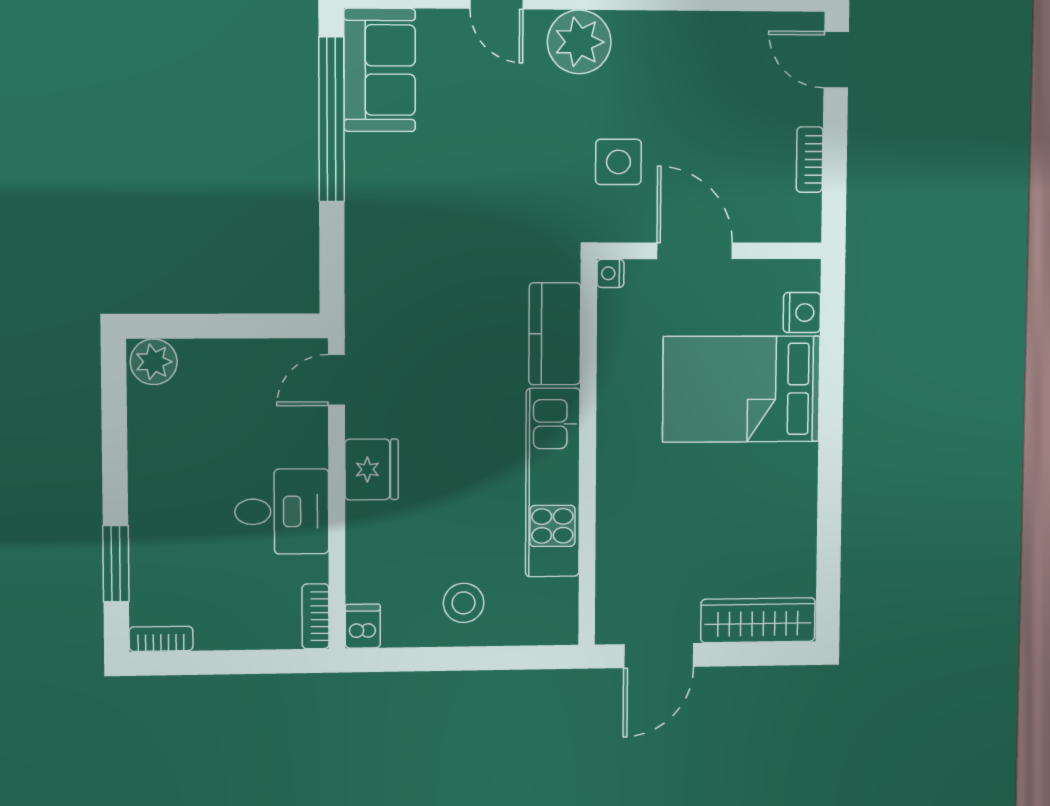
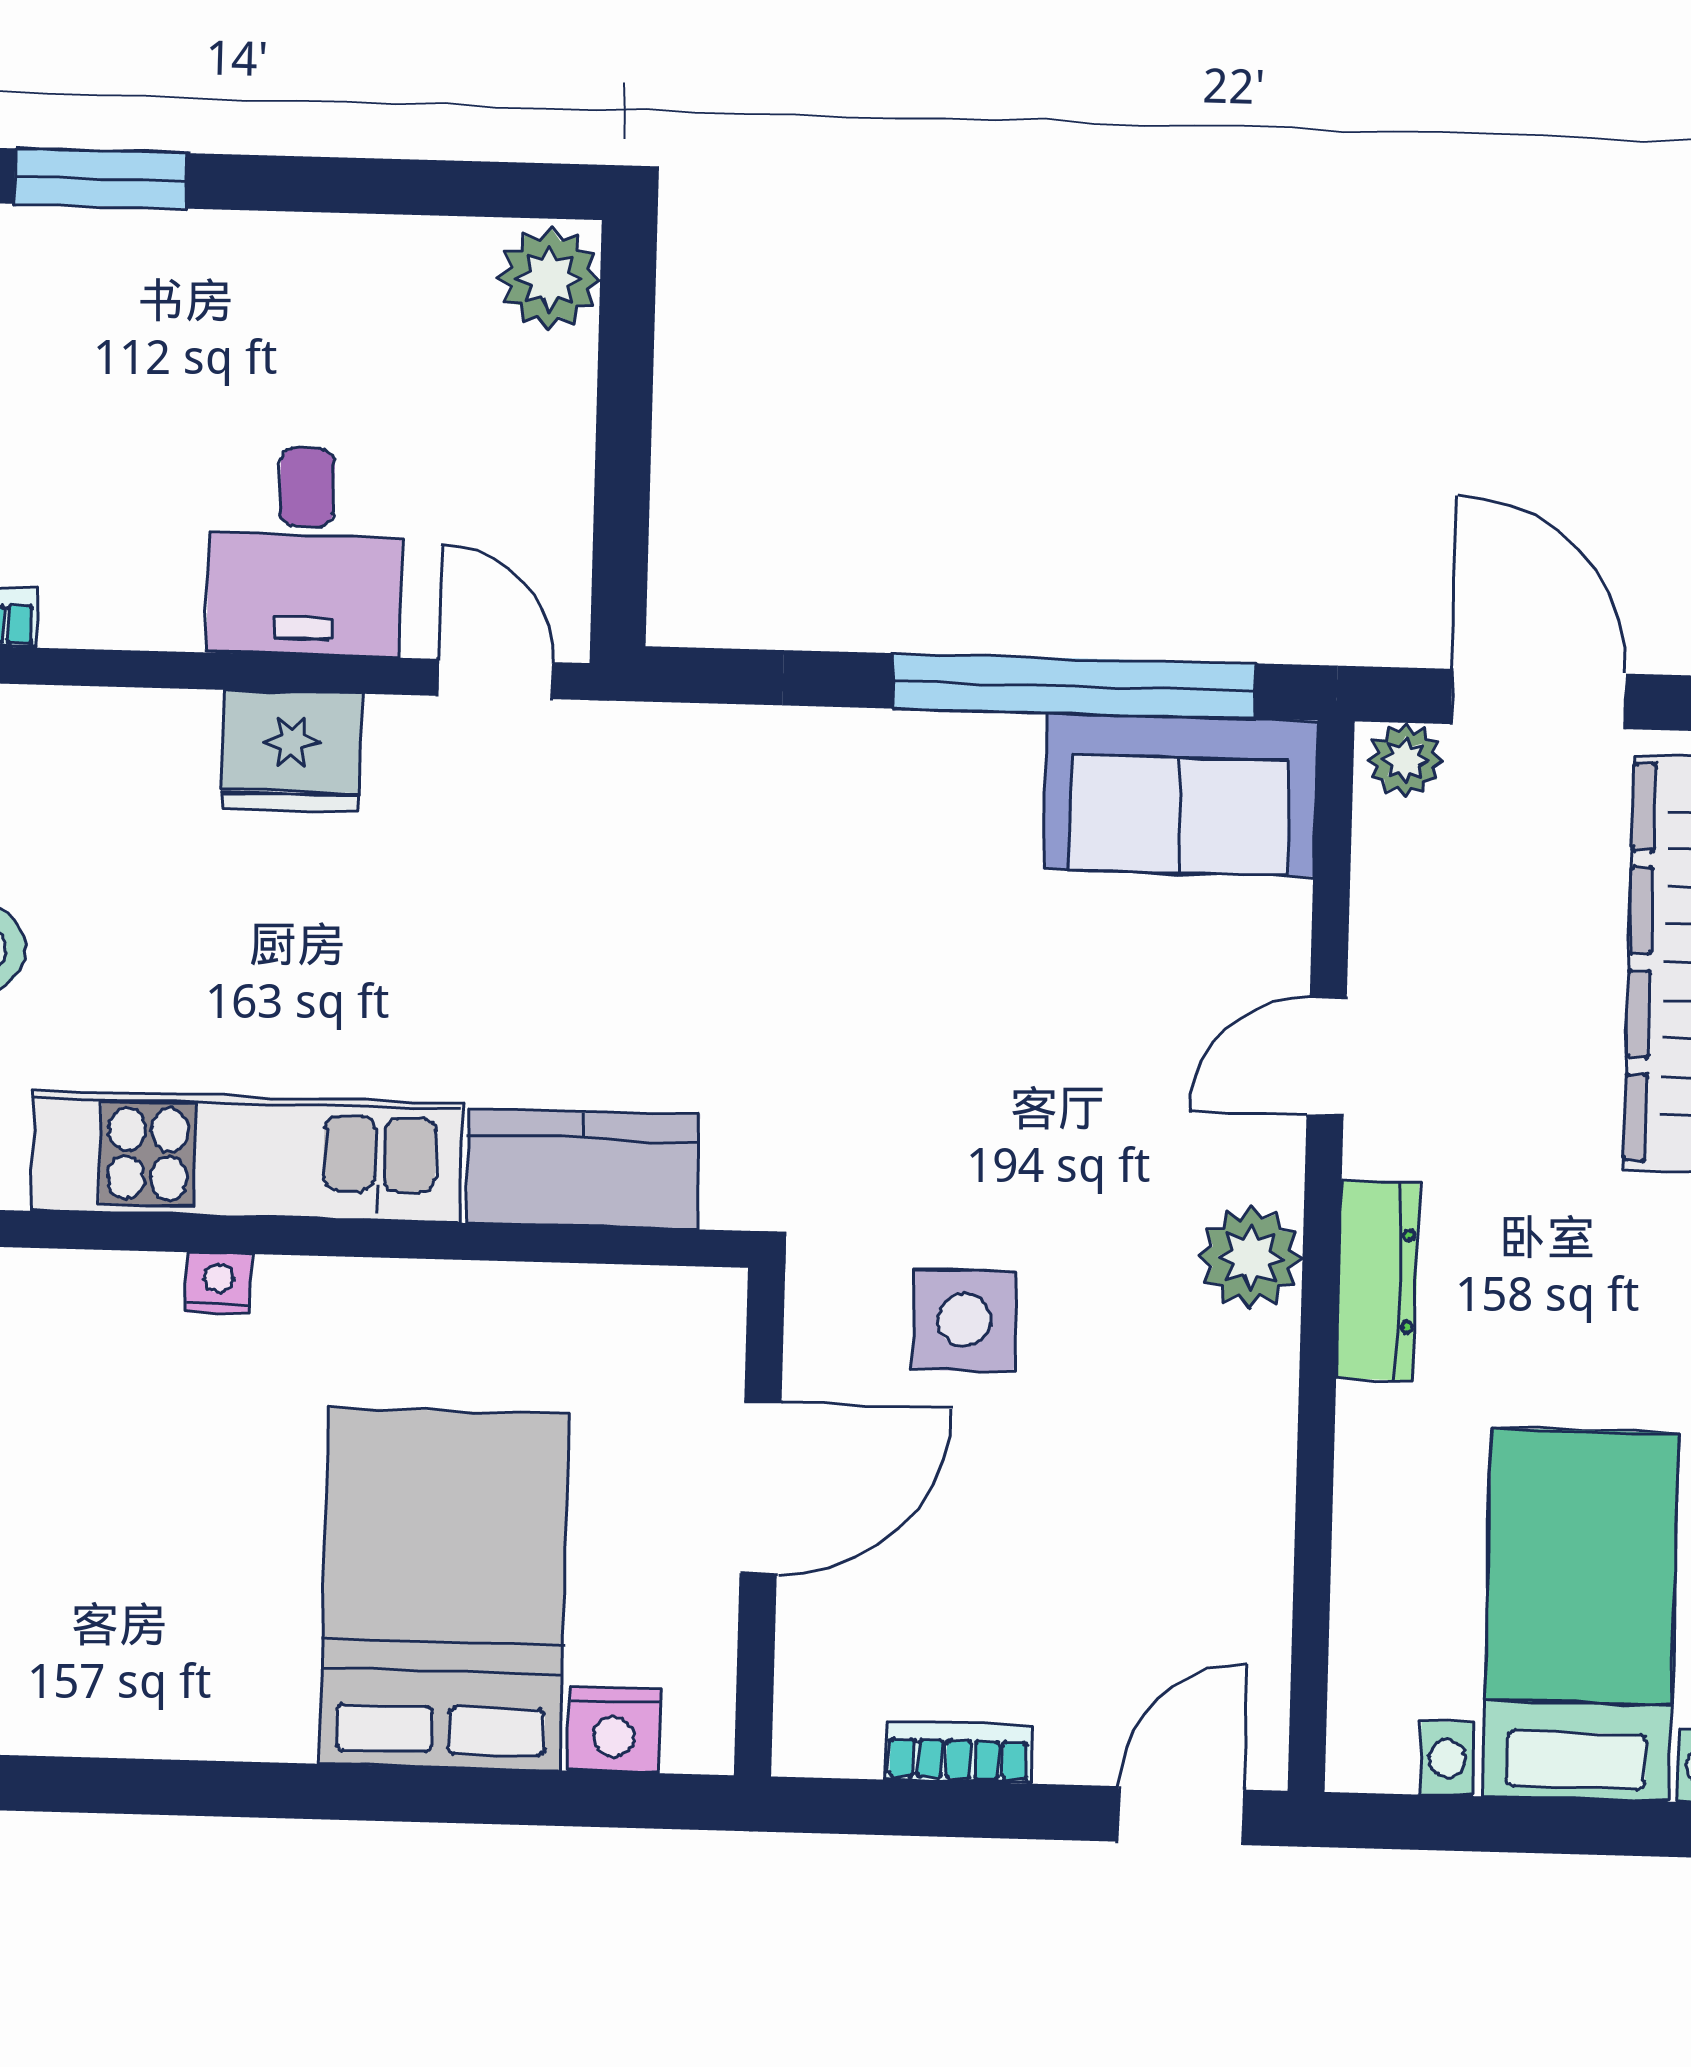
plant: (579, 42) -> (1251, 1257), width x0.73, depth x0.73
nightstand: (610, 273) -> (218, 1283), moved
desk: (282, 512) -> (305, 551), moved

